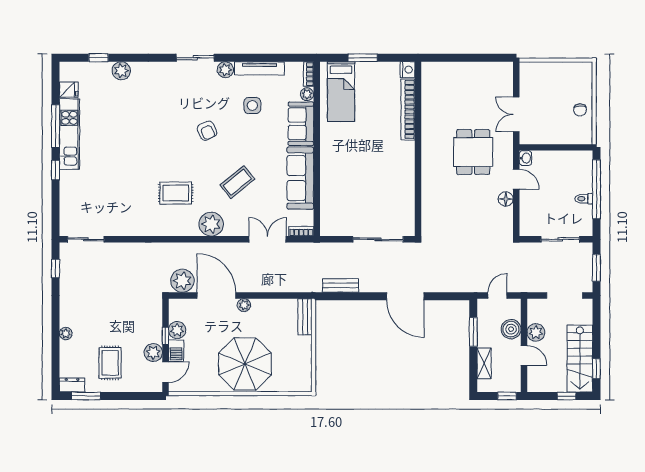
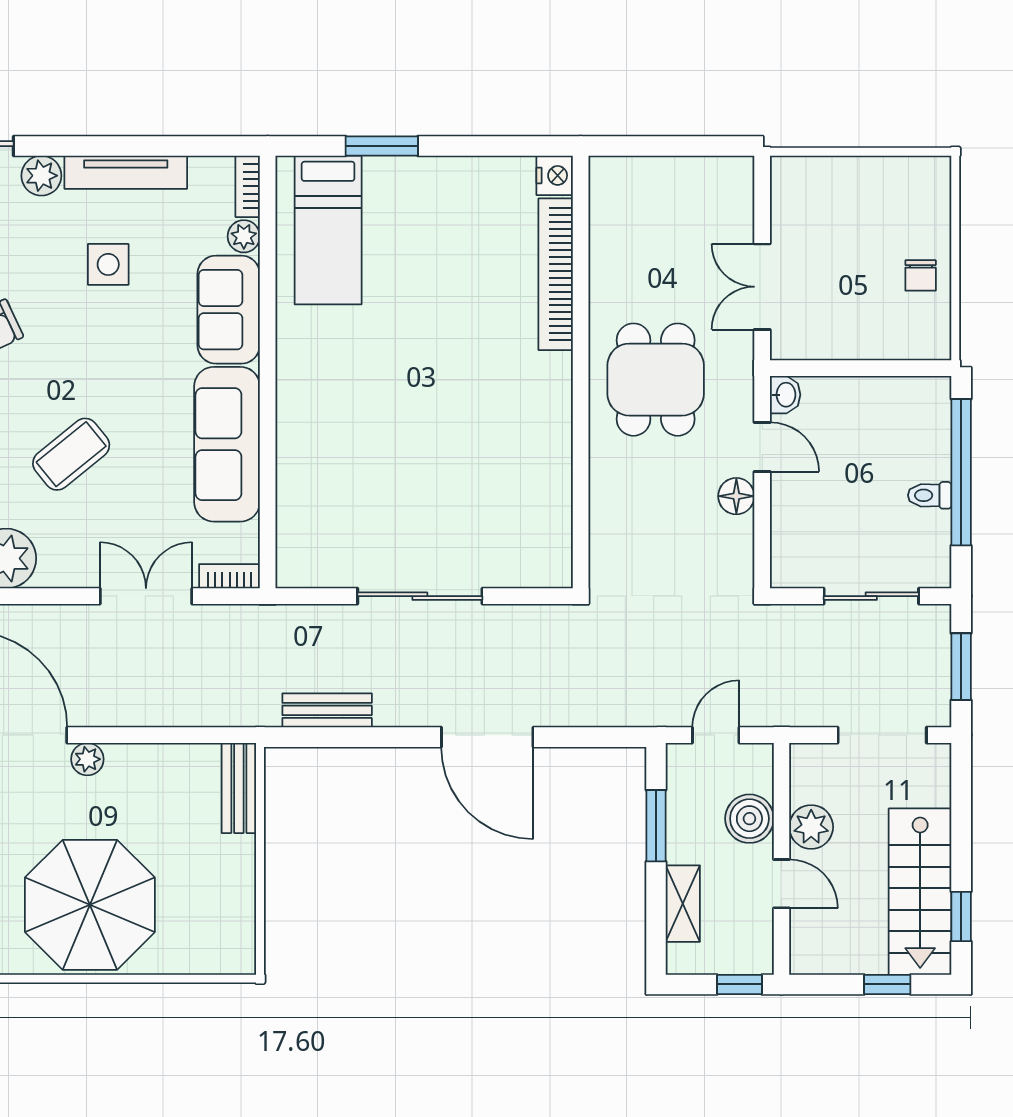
nightstand: (408, 70) -> (555, 175), moved
bookcase: (408, 109) -> (556, 274), moved
wall: (418, 149) -> (581, 372), moved

